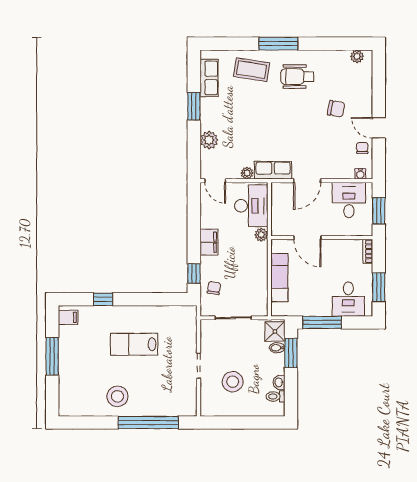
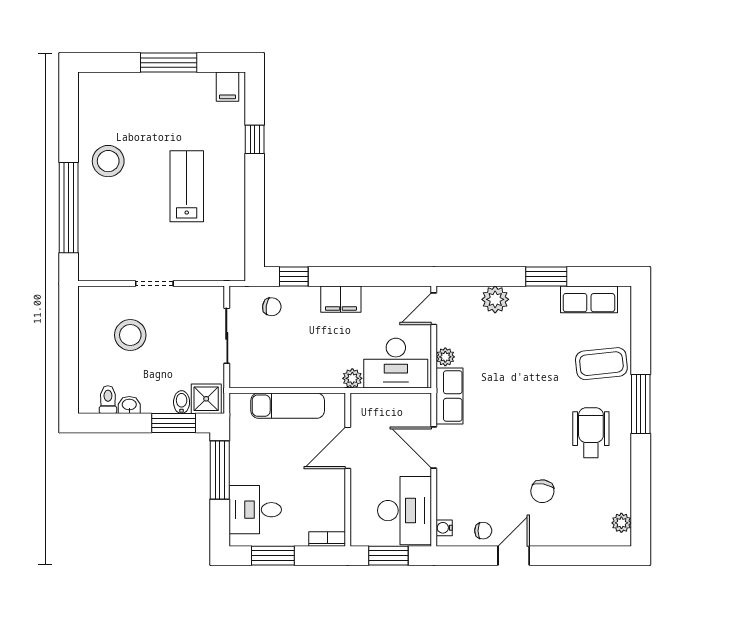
coffee table: (252, 70) -> (601, 364), turned 75
desk: (349, 200) -> (405, 511), width x1.37

